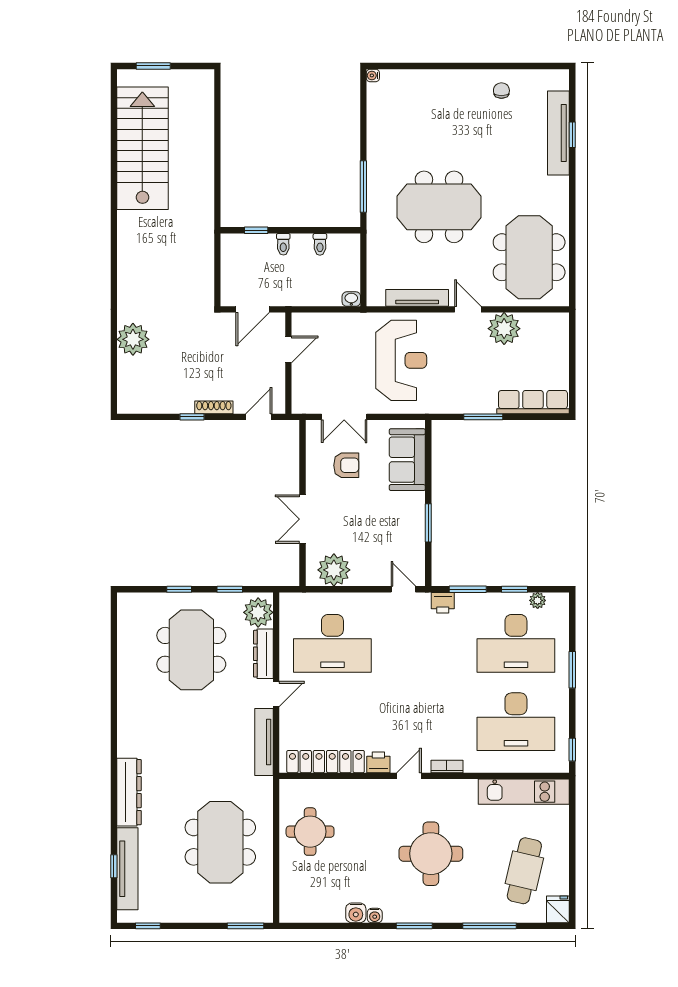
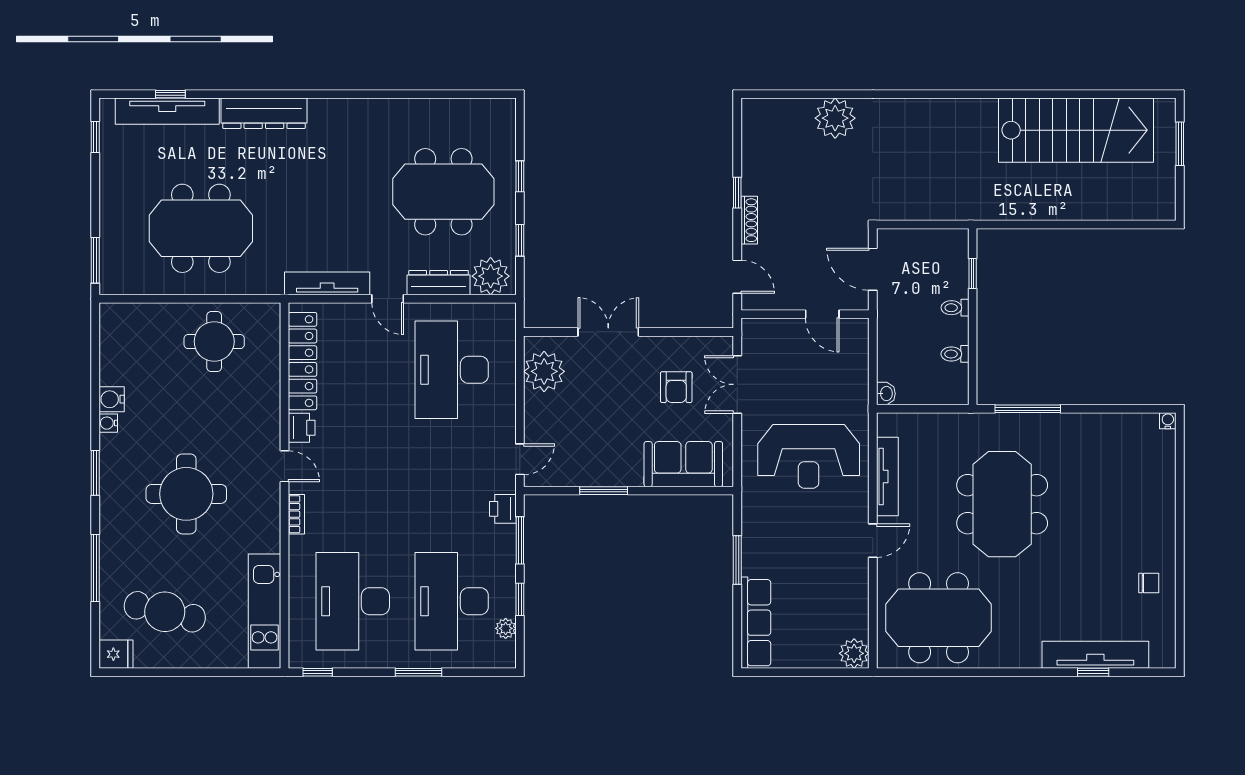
plant: (504, 329) -> (854, 653), moved, width x0.73, depth x0.73

